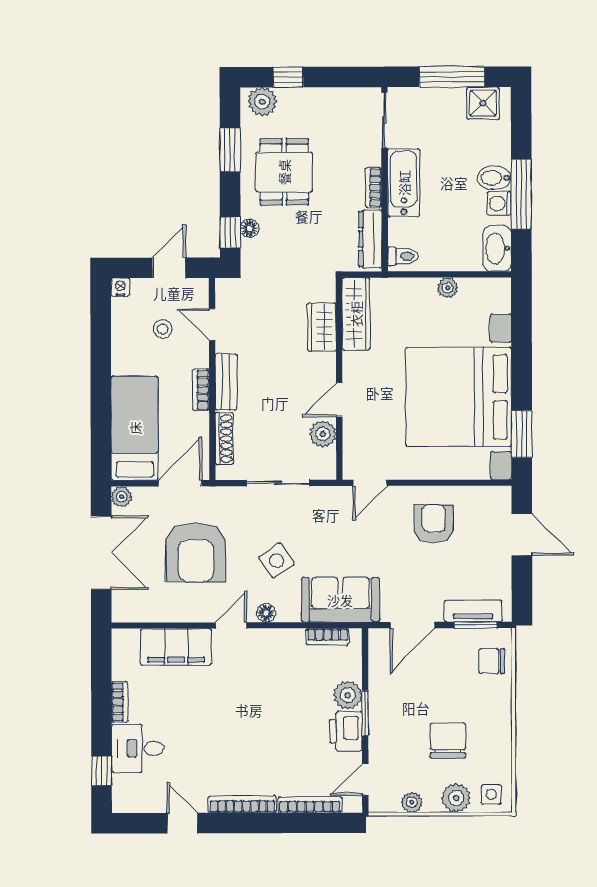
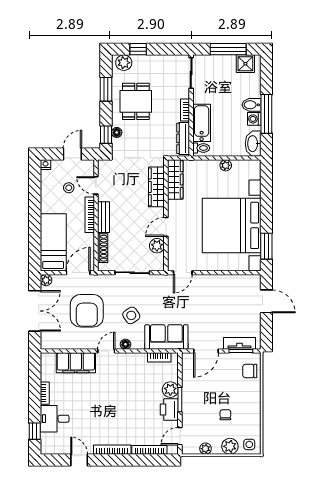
bathtub: (404, 183) -> (202, 123), moved
wardrobe: (322, 327) -> (156, 187), width x1.50
bookcase: (201, 390) -> (90, 215), width x1.56
armchair: (434, 524) -> (218, 295), removed
chair: (448, 741) -> (225, 415), width x0.54, depth x0.54

